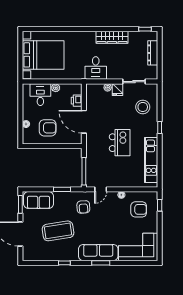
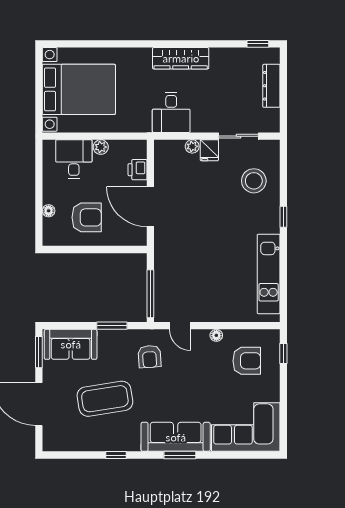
wardrobe: (112, 37) -> (181, 58), moved
kitchen island: (120, 143) -> (213, 244), removed
door: (101, 189) -> (180, 326), hinge flipped

